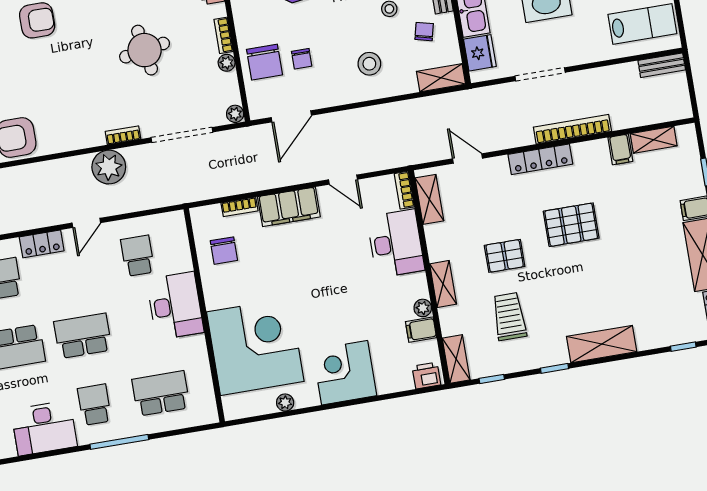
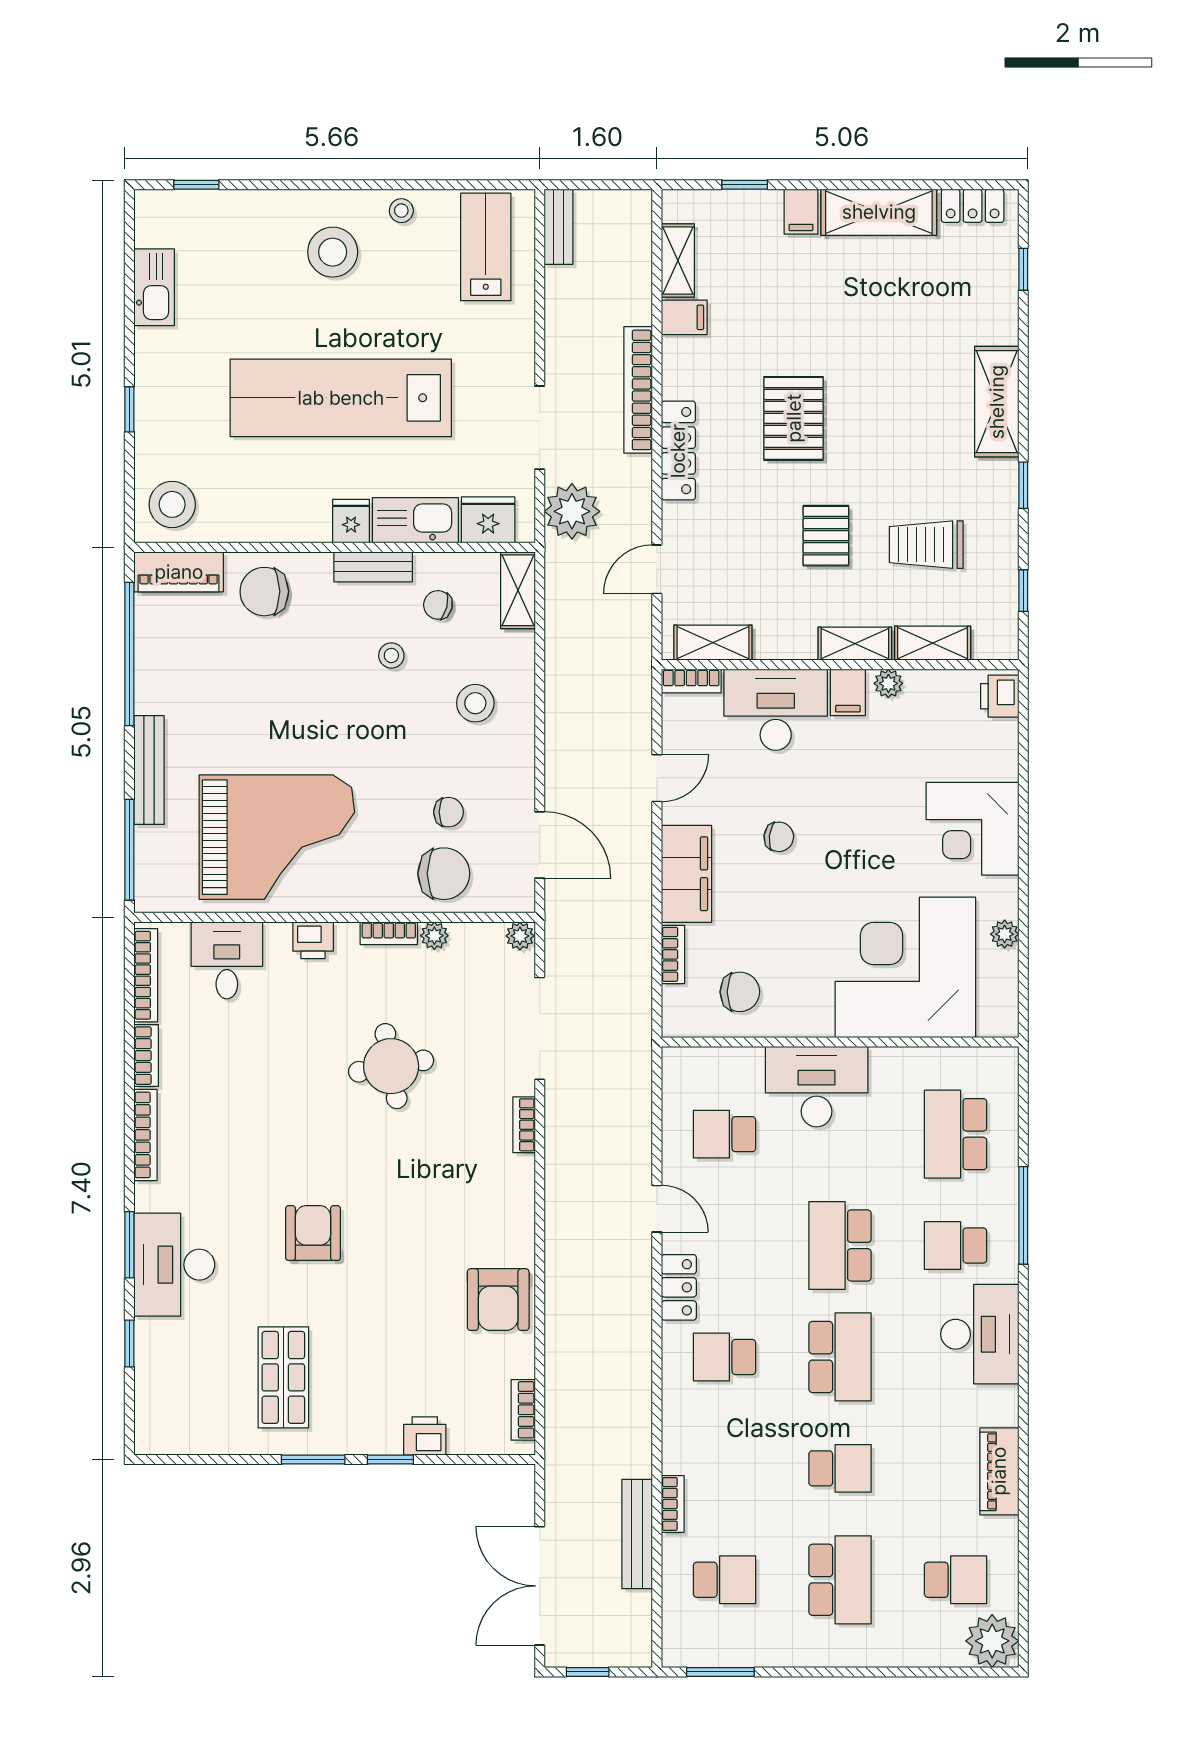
plant: (109, 167) -> (572, 511), moved
chair: (320, 258) -> (779, 837), added
filing cabinet: (421, 330) -> (848, 692), moved
shelving: (456, 359) -> (933, 643), moved

